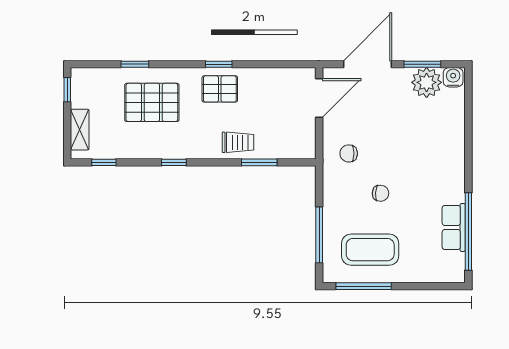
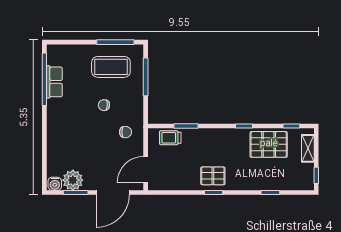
pallet: (152, 102) -> (269, 144), moved
trolley: (238, 142) -> (170, 138), moved

